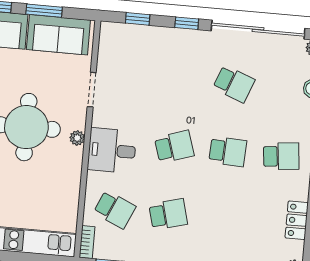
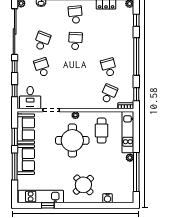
school desk: (174, 147) -> (42, 67), moved
desk: (112, 150) -> (30, 98), moved
cafe table: (41, 188) -> (102, 131), added

